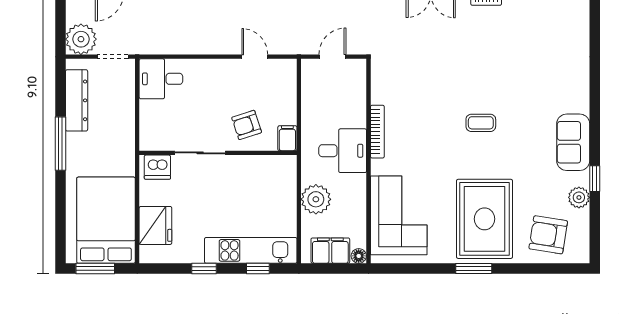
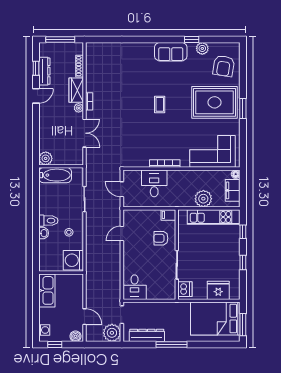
armchair: (247, 125) -> (161, 238), turned 108
desk: (343, 151) -> (154, 183), moved
kitchen unit: (251, 250) -> (214, 217), moved, turned -90

